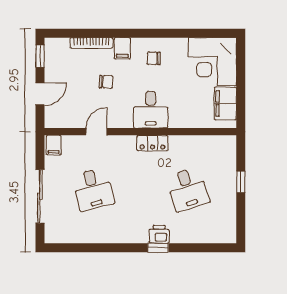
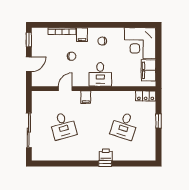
locker: (152, 143) -> (146, 96), moved
filing cabinet: (54, 145) -> (86, 97), moved
desk: (188, 189) -> (124, 126), turned 36

